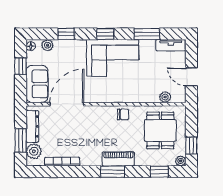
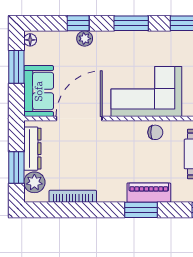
window: (105, 34) -> (131, 23), width x1.50
plant: (48, 45) -> (85, 39), moved
corner sofa: (113, 58) -> (146, 91), moved, turned 180
window: (21, 66) -> (16, 67), width x1.50

